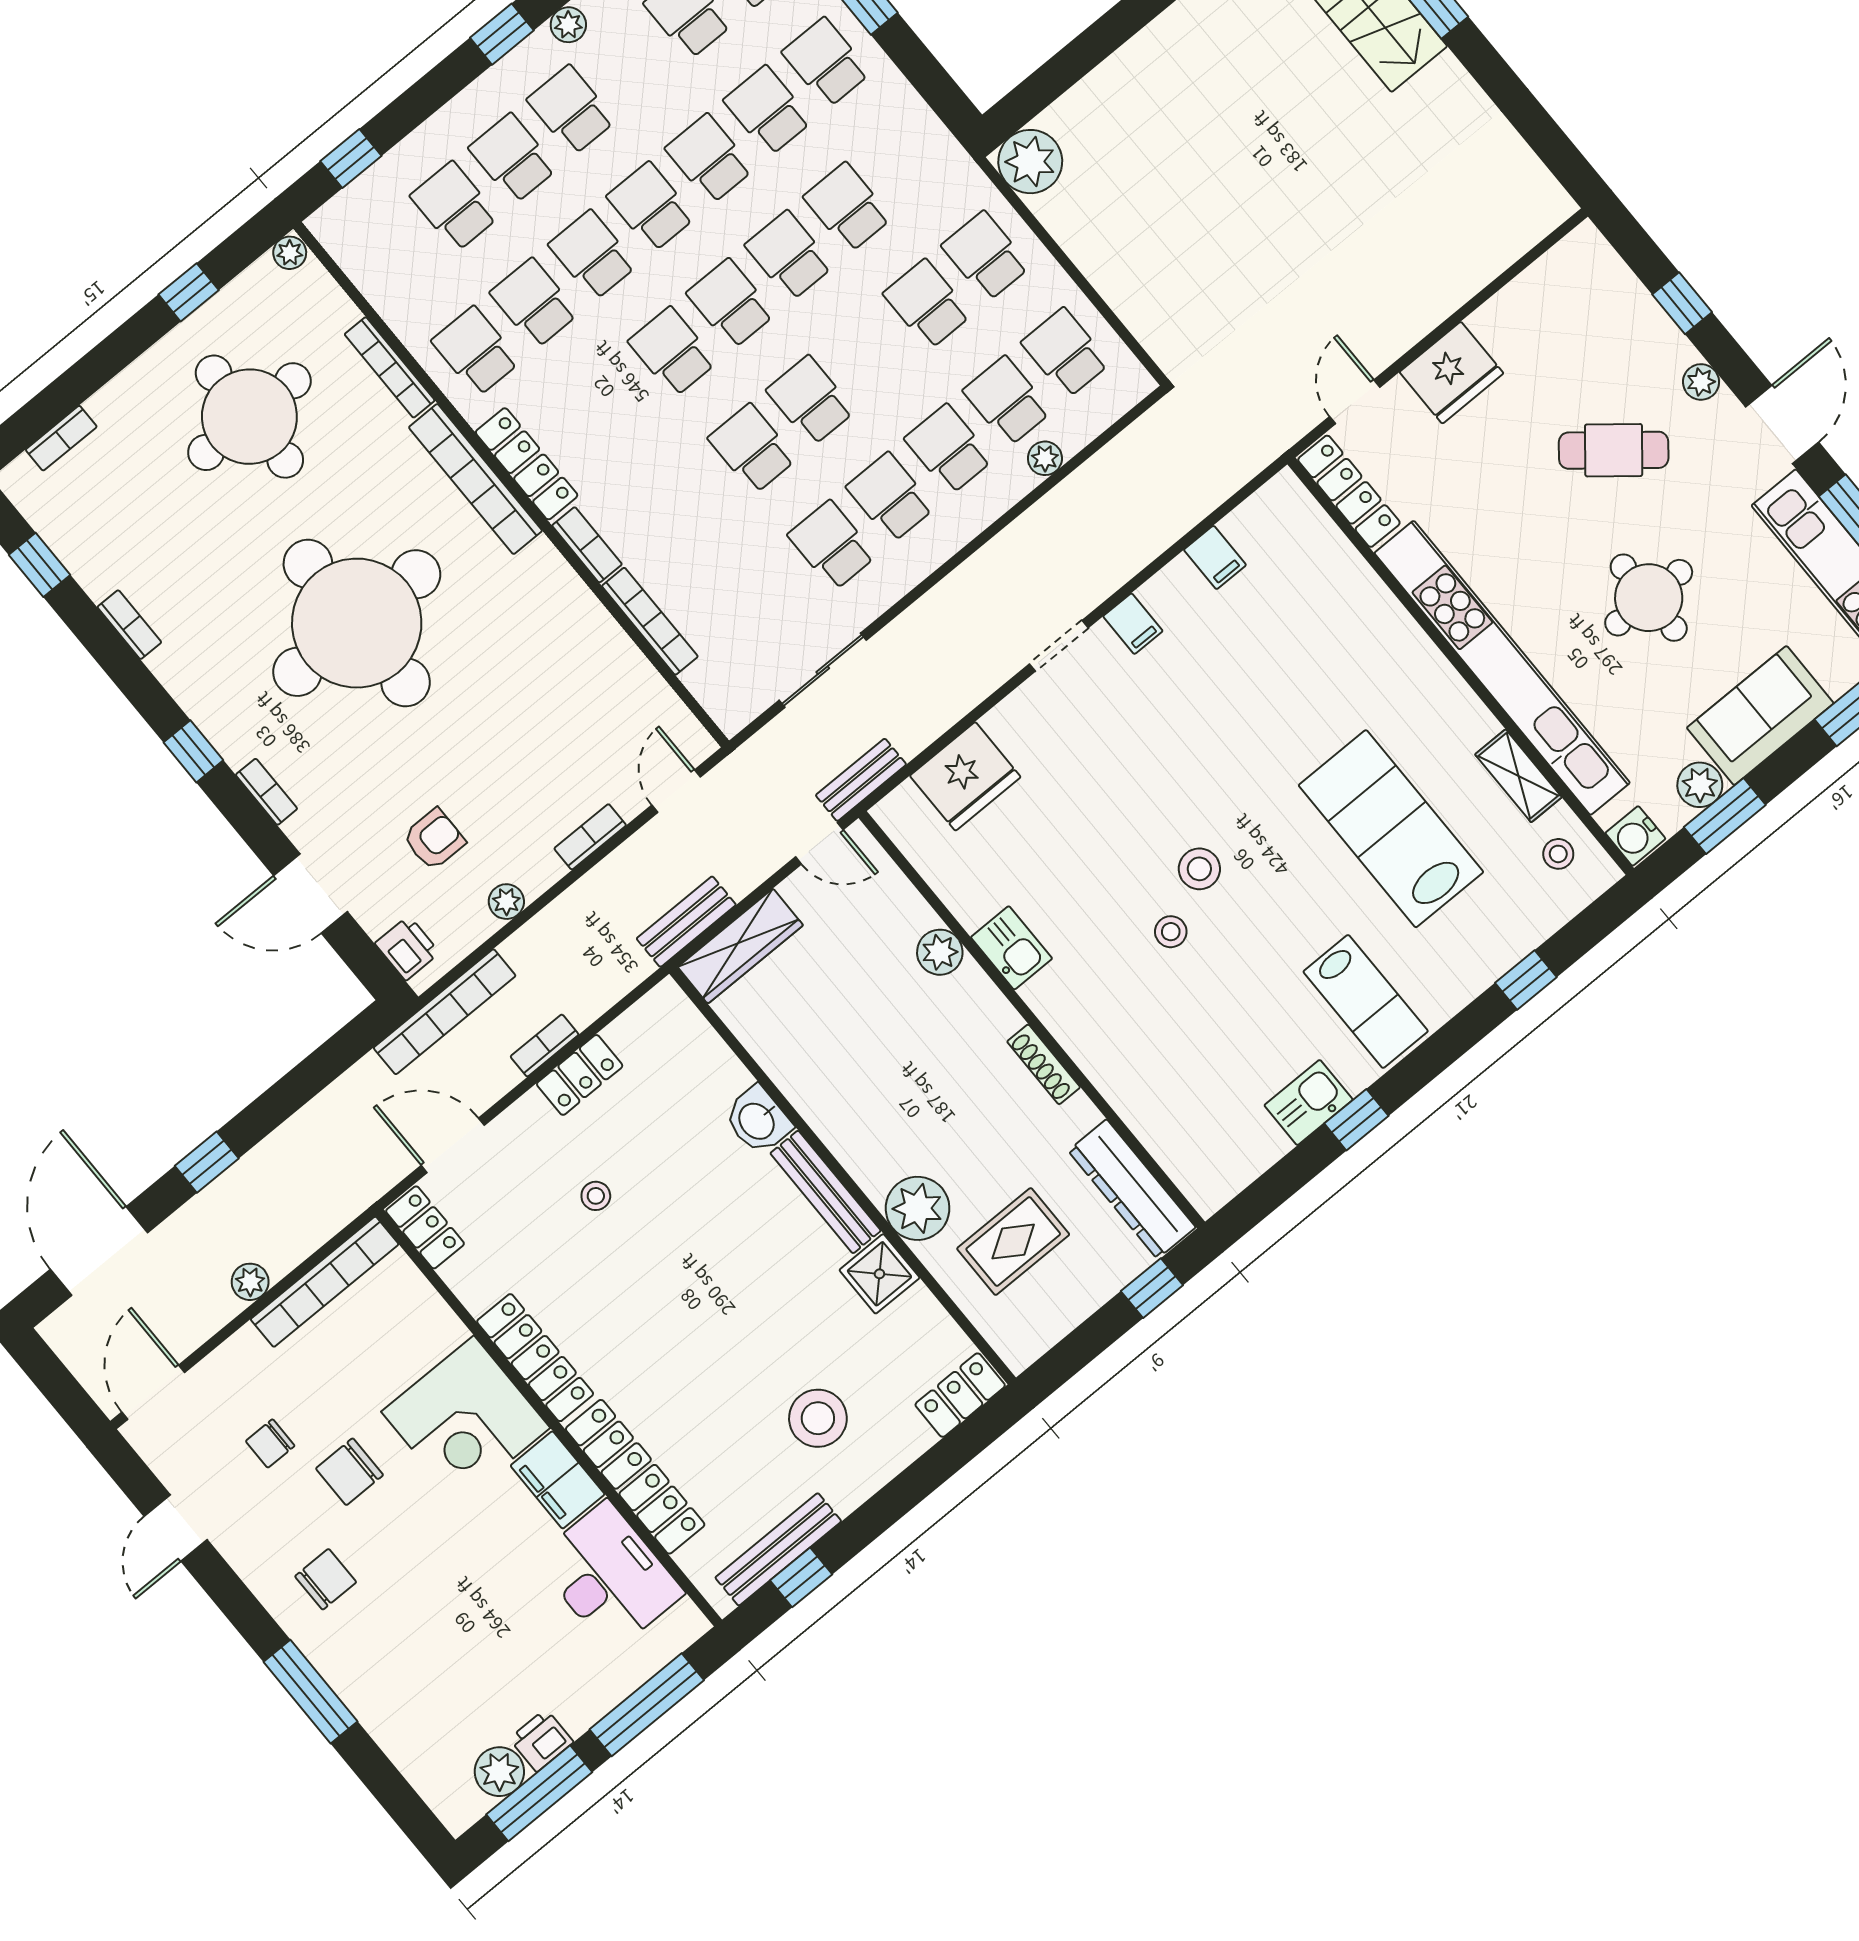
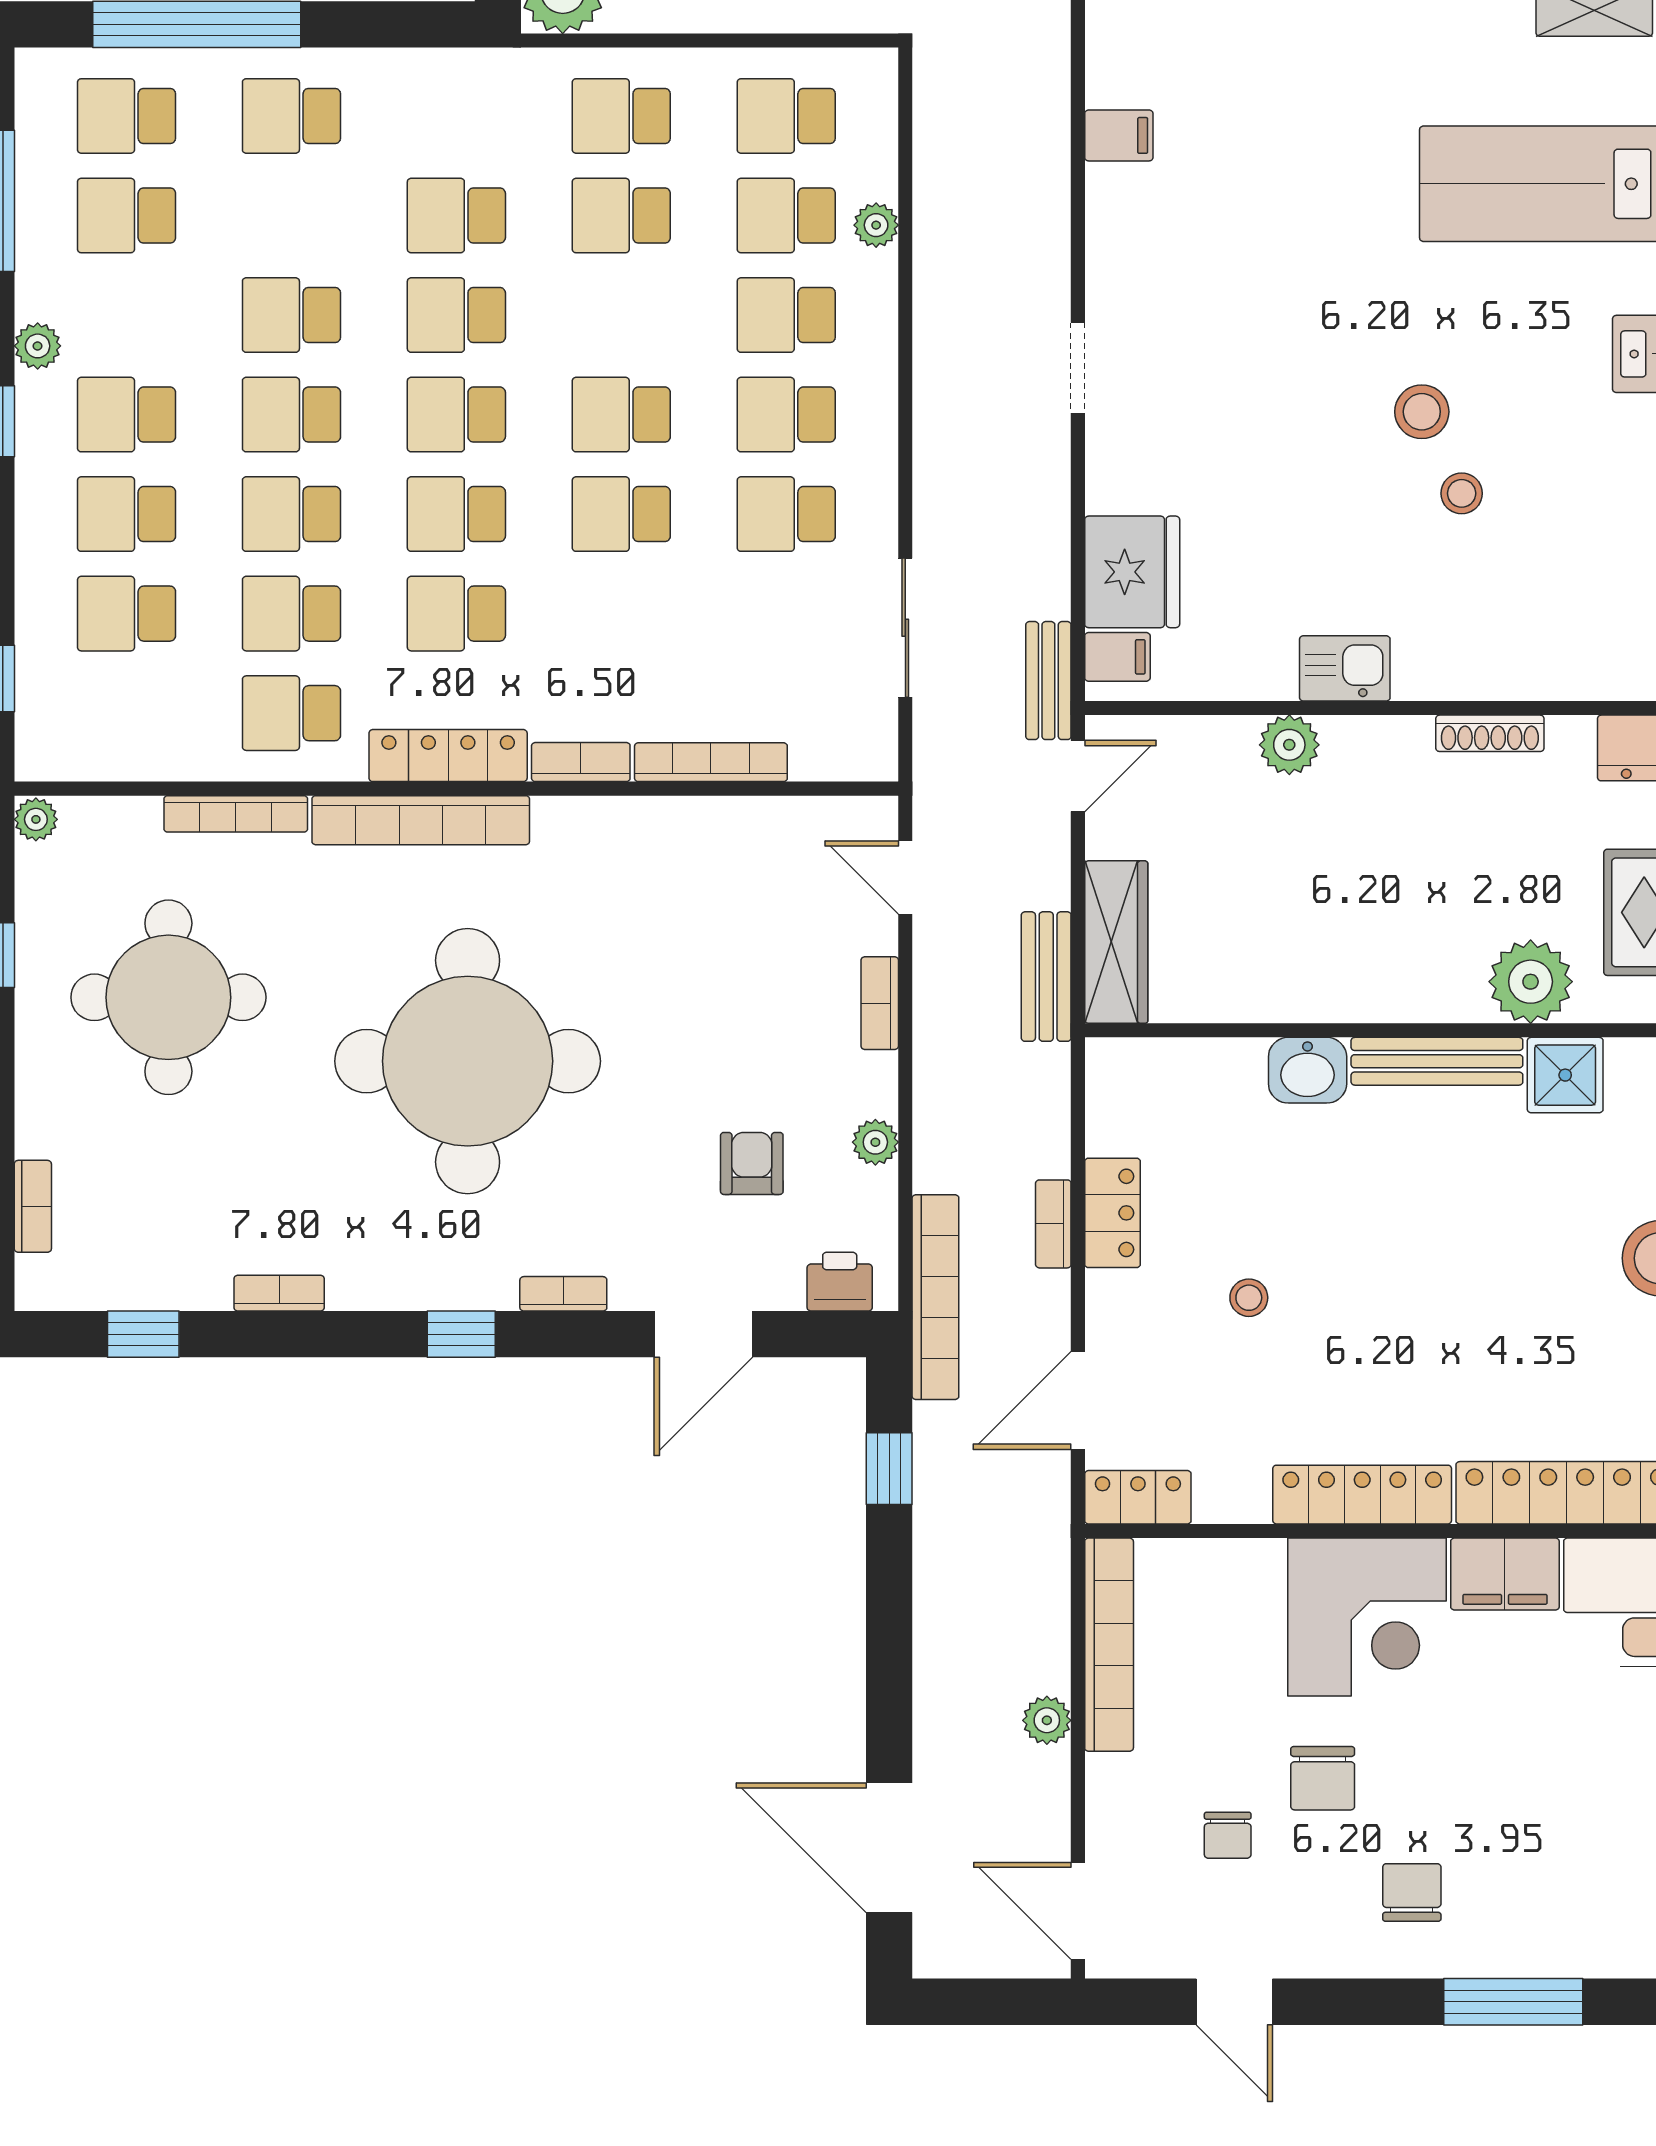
school desk: (768, 111) -> (456, 614), moved
filing cabinet: (1133, 624) -> (1117, 657), moved
window: (207, 1162) -> (889, 1469), moved

